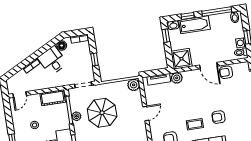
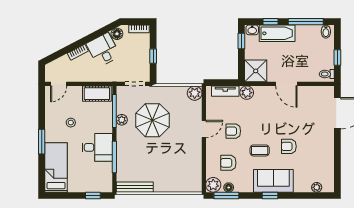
washing machine: (241, 43) -> (329, 63), removed
armchair: (226, 72) -> (233, 131), moved

